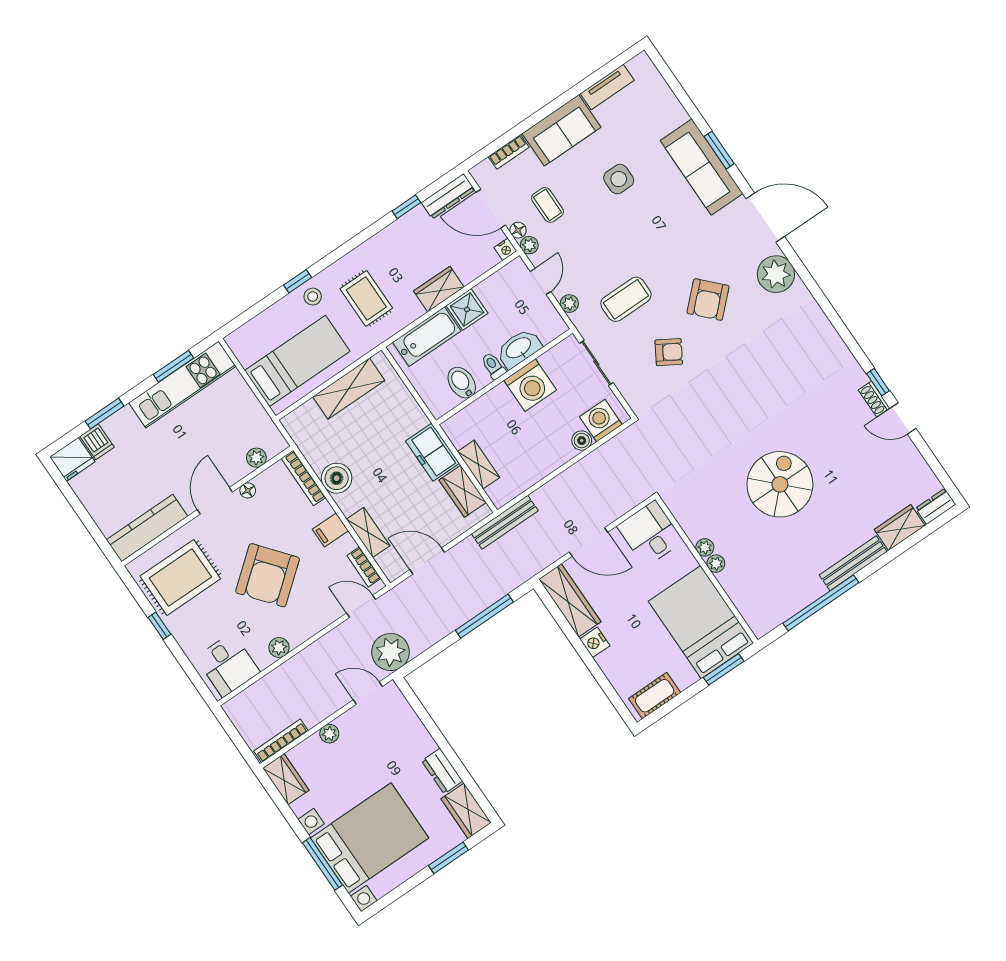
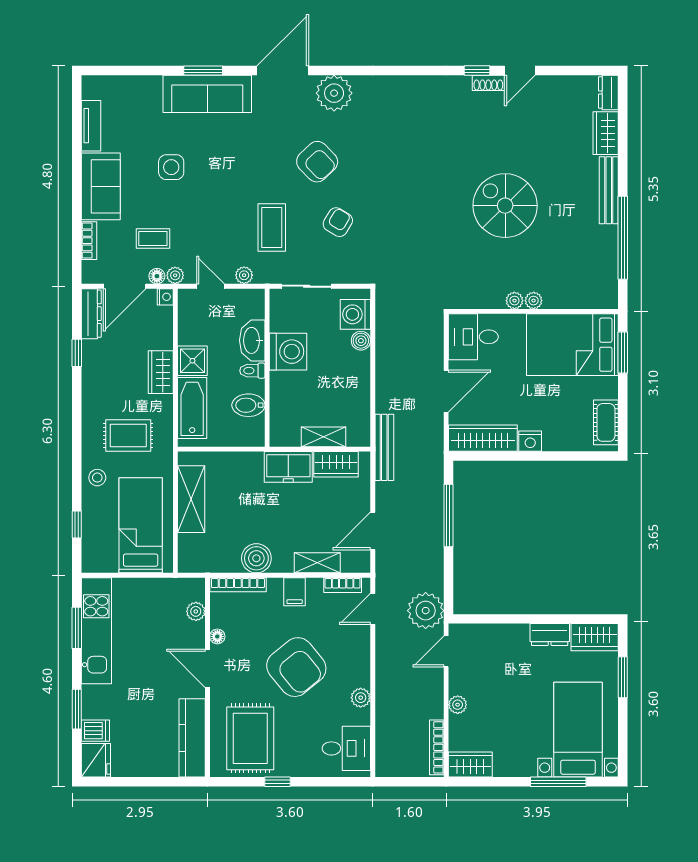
window: (298, 281) -> (77, 524), moved
bed with nightstands: (370, 838) -> (578, 730), width x0.73

